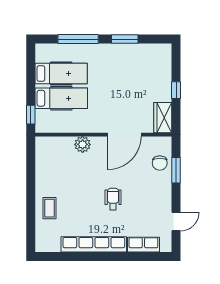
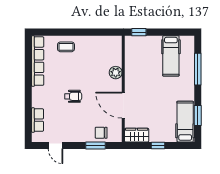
window: (125, 39) -> (198, 115), moved
hospital bed: (61, 98) -> (185, 122), moved, turned 180
row of seats: (94, 244) -> (38, 61), moved

